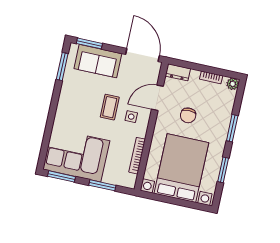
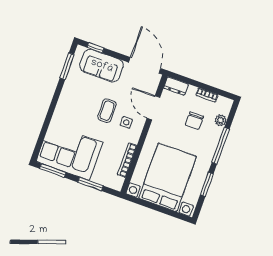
window: (89, 43) -> (96, 48), width x0.67
plant: (233, 84) -> (221, 120), moved
door: (157, 98) -> (153, 108), hinge flipped
chair: (188, 115) -> (194, 121), moved
window: (232, 128) -> (221, 146), width x1.44

